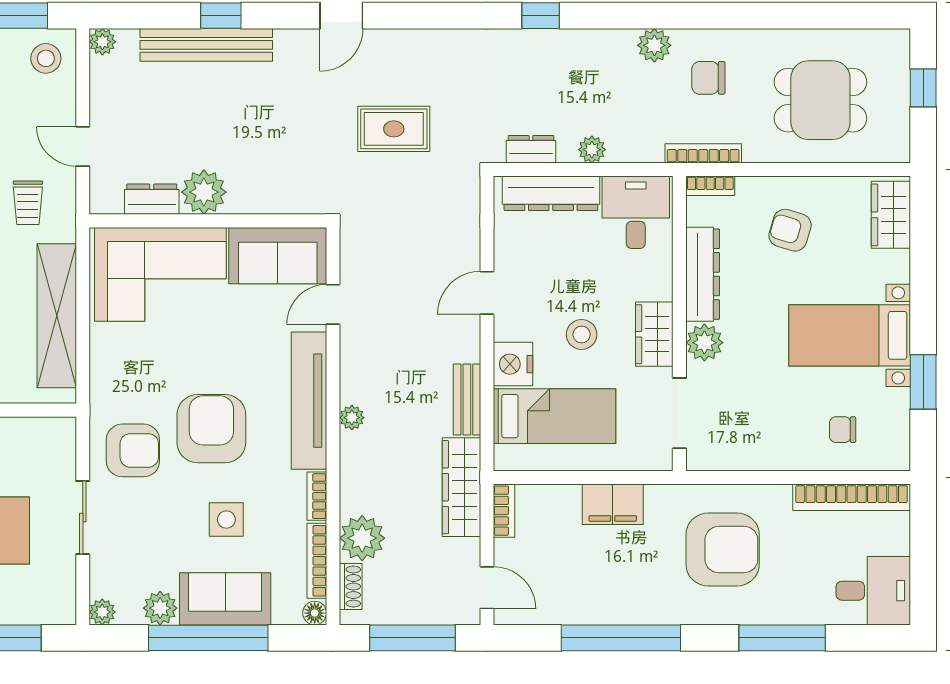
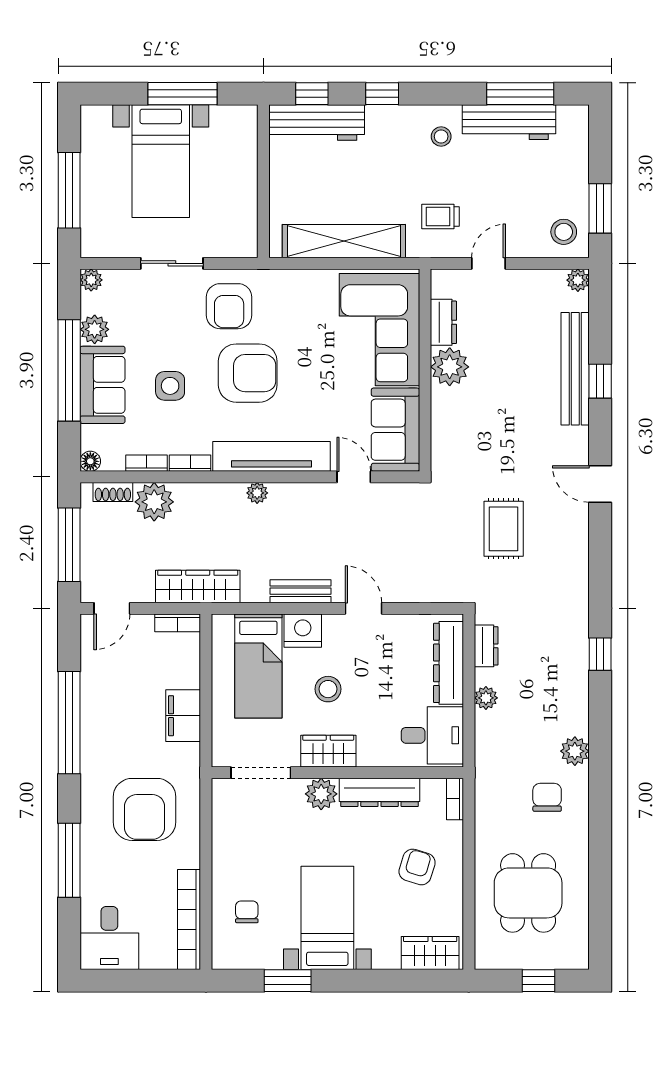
bookcase: (703, 153) -> (483, 793), removed
bench: (467, 400) -> (301, 591), moved
bookcase: (317, 561) -> (146, 463), width x0.64

